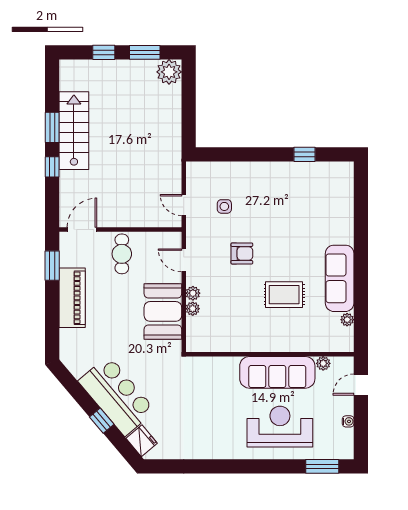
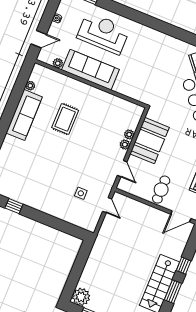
armchair: (242, 253) -> (82, 158), removed
rug: (284, 295) -> (65, 119), turned 90
reception desk: (280, 427) -> (103, 33), turned 180

